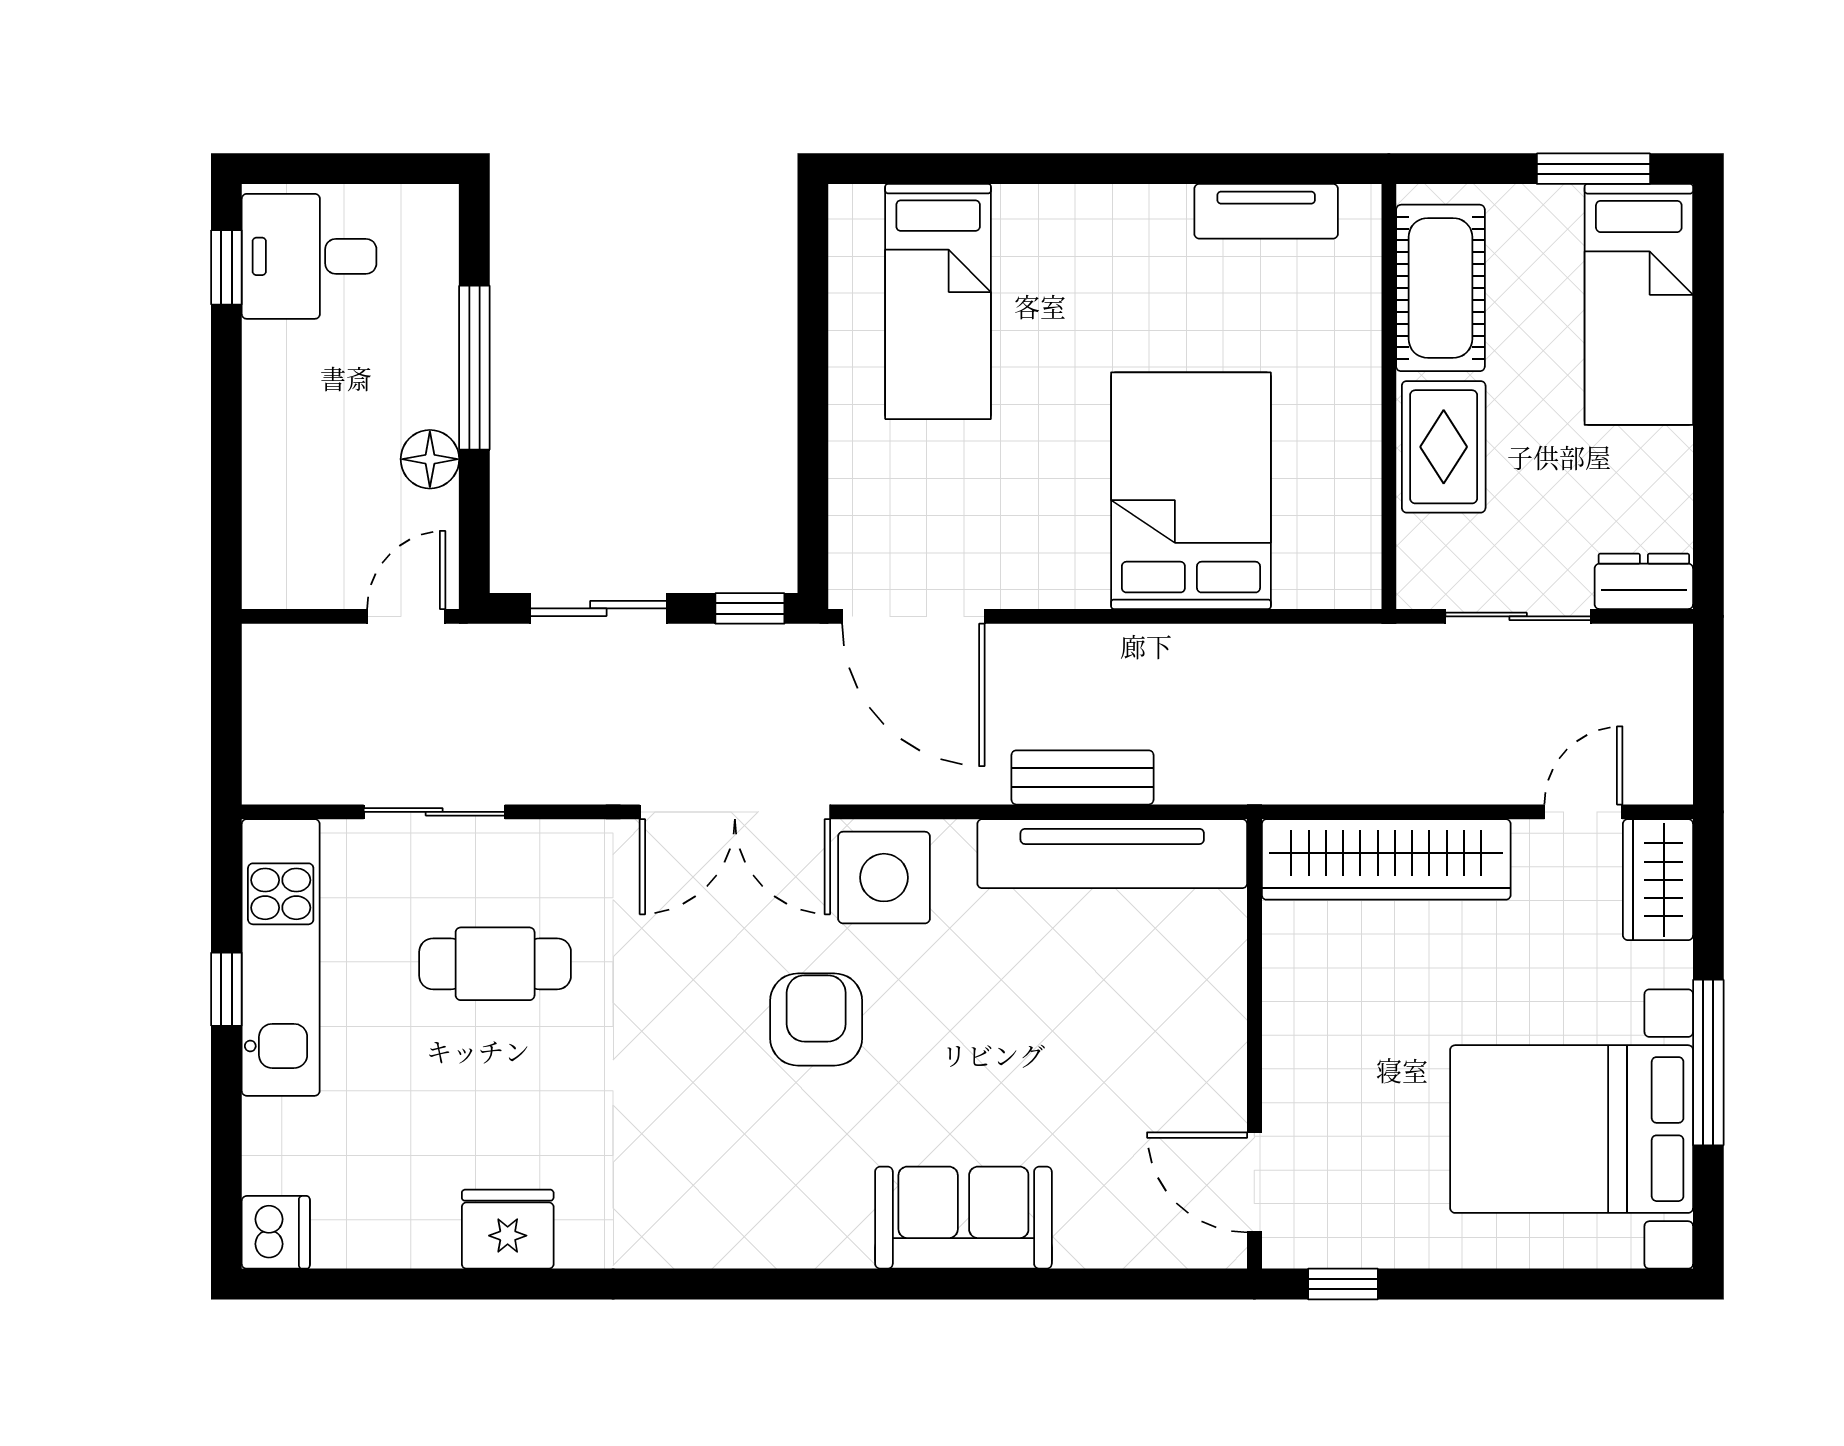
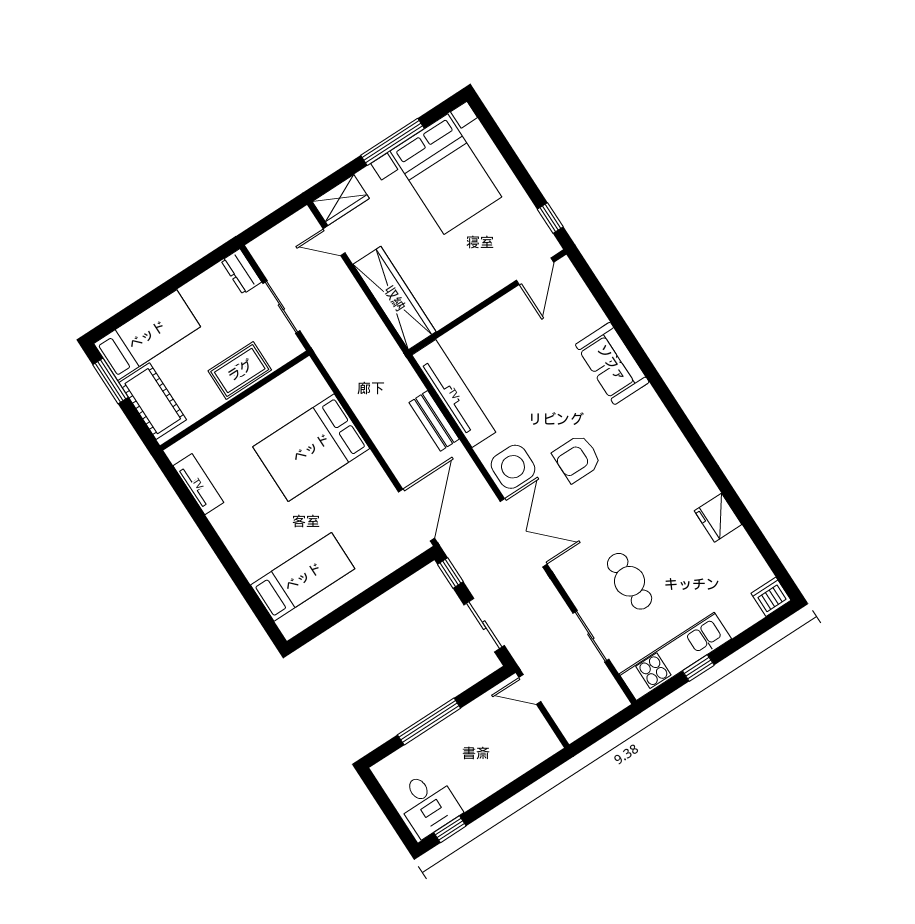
cot: (1440, 288) -> (153, 401), moved, turned 90
floor lamp: (430, 459) -> (471, 716), removed

